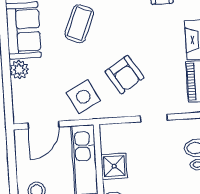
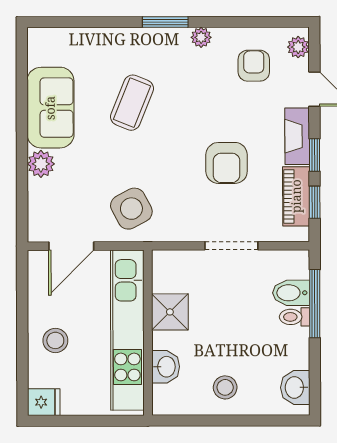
armchair: (124, 75) -> (227, 163), moved, turned 32
doorway: (154, 118) -> (231, 246), width x1.38

